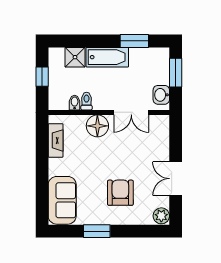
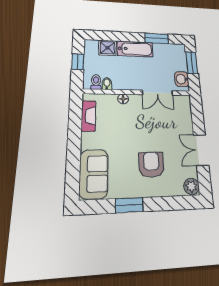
toilet: (86, 101) -> (96, 82), moved
floor lamp: (97, 126) -> (123, 99), width x0.53, depth x0.53

